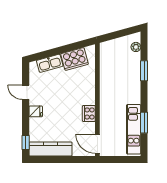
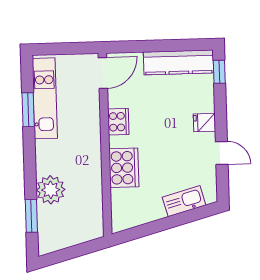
plant: (136, 47) -> (51, 190), moved, width x1.87, depth x1.87
cooker: (75, 59) -> (124, 168), moved, turned 105
window: (144, 71) -> (31, 216), moved
door: (97, 144) -> (103, 73), hinge flipped

